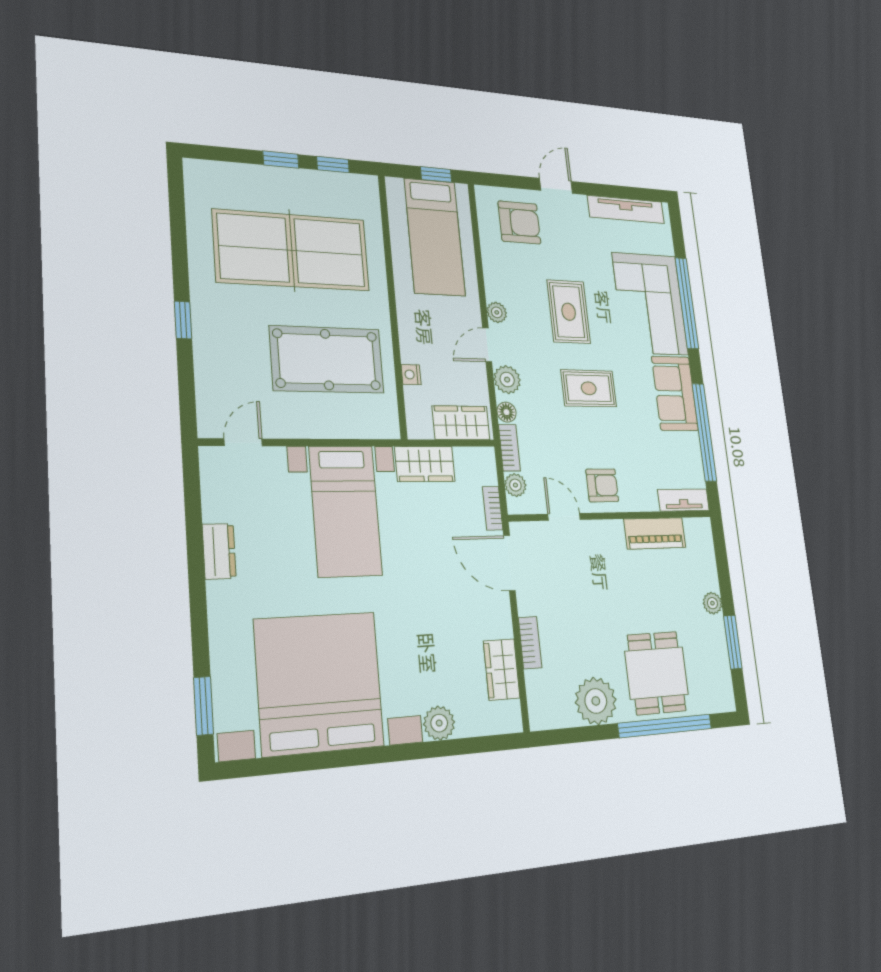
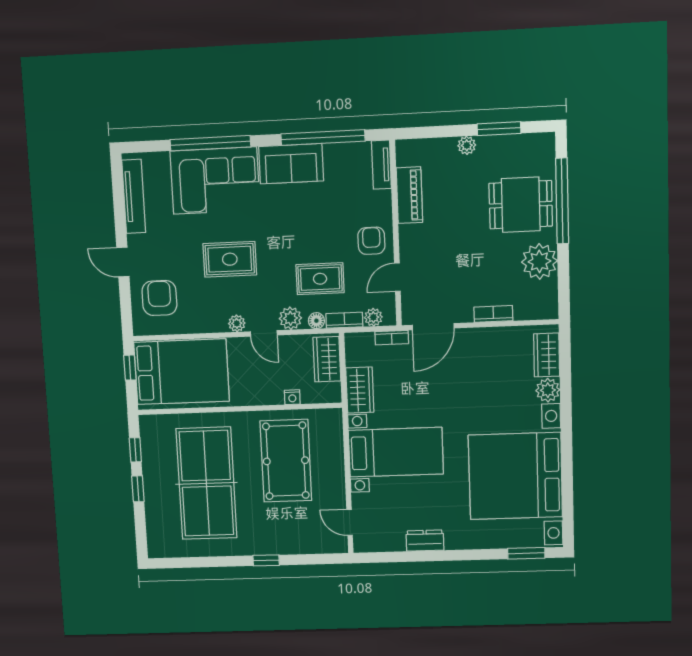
bed: (435, 237) -> (182, 372), width x1.50
rug: (589, 388) -> (320, 279), moved, turned 90
wardrobe: (502, 670) -> (547, 355), moved, turned 90

